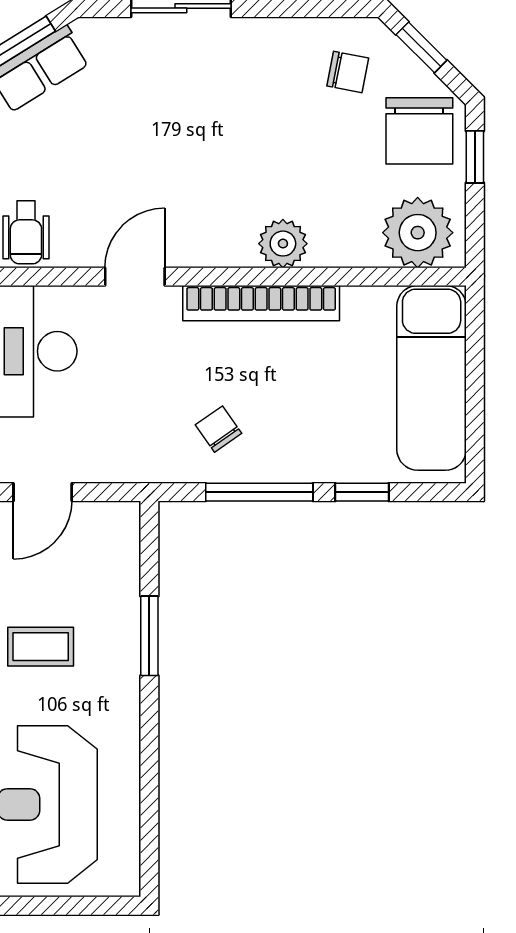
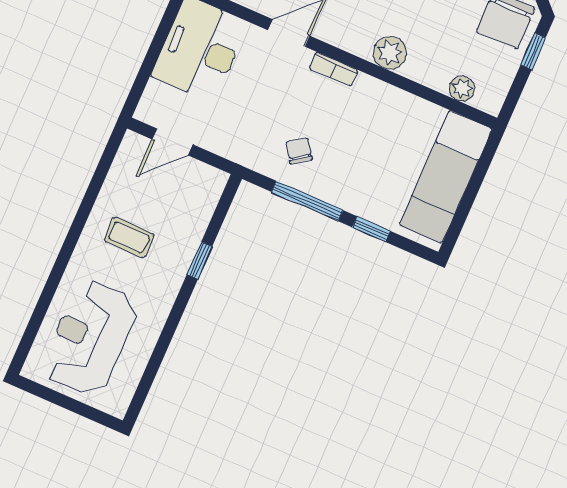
plant: (418, 233) -> (462, 89), width x0.53, depth x0.53
bookcase: (261, 303) -> (334, 69), width x0.43, depth x0.76
window: (149, 636) -> (200, 260), width x0.67

